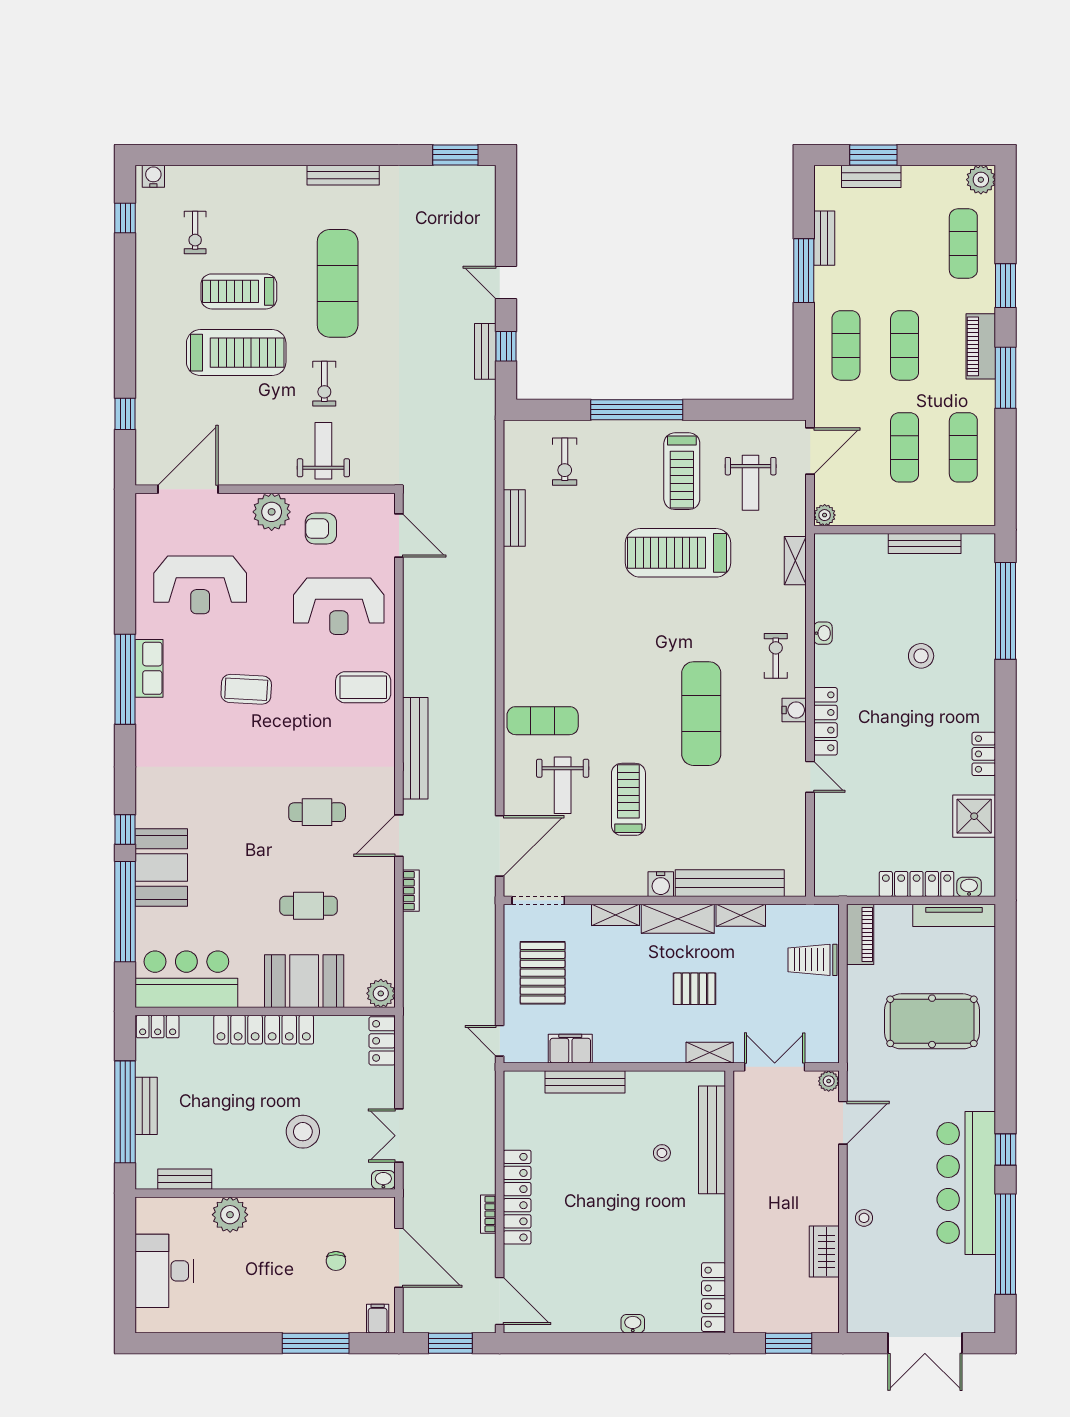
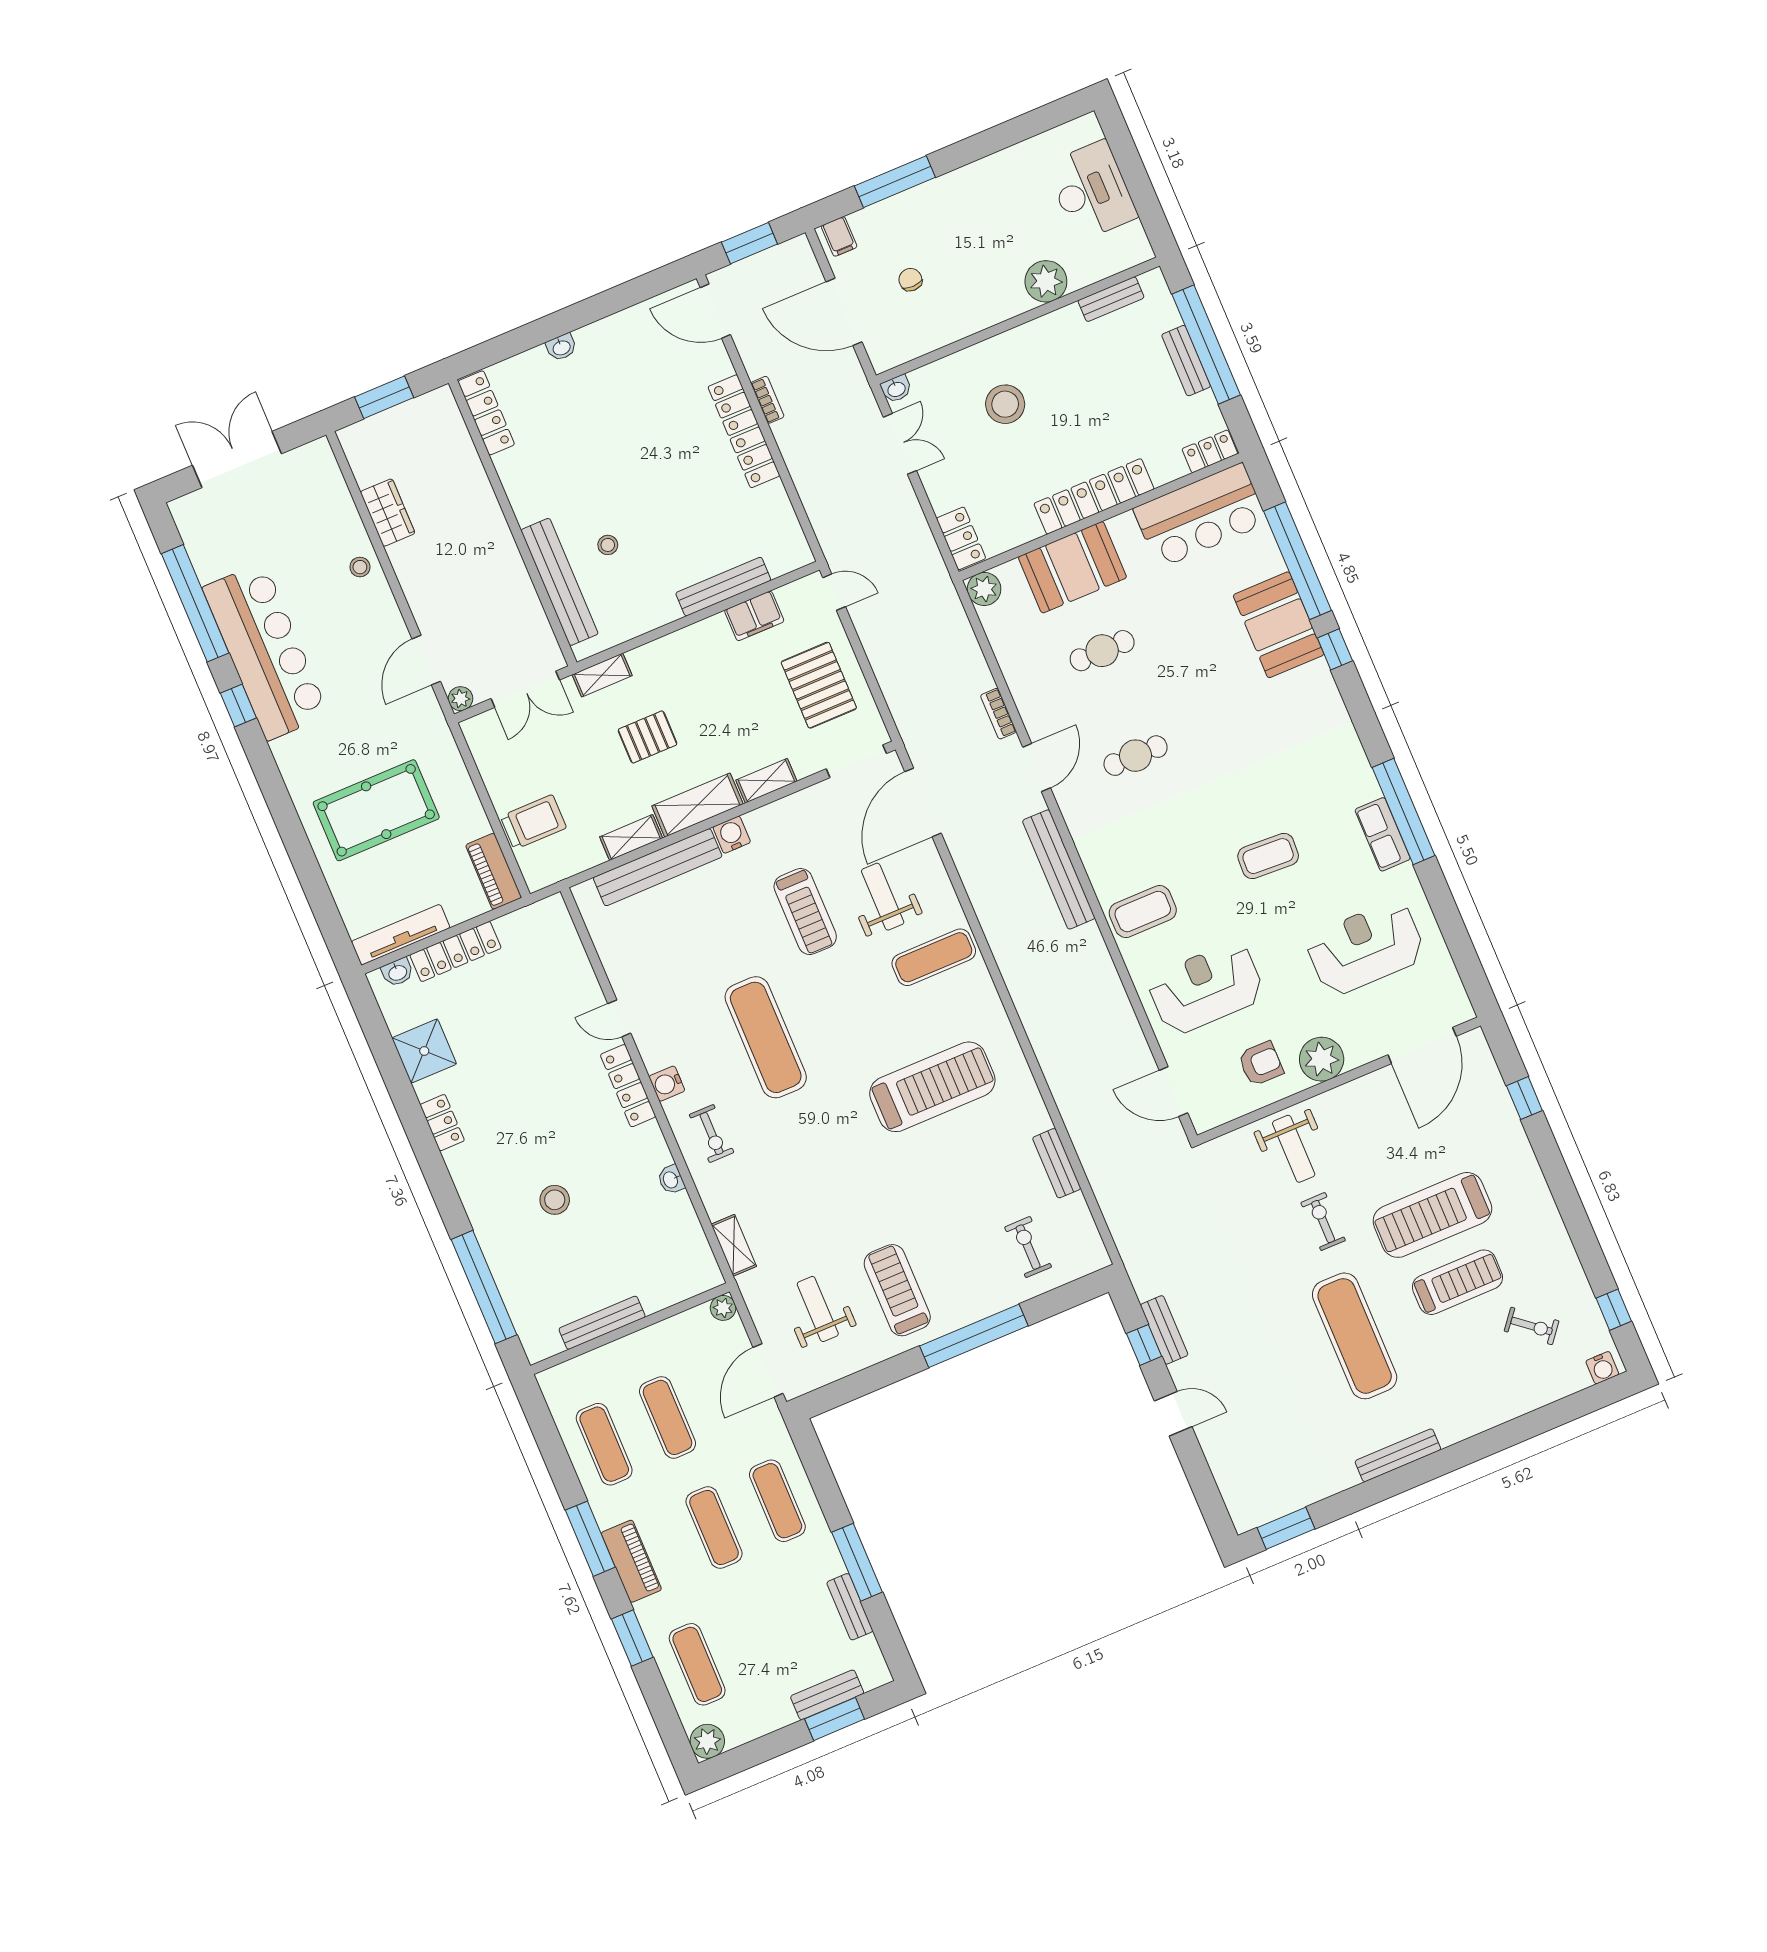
exercise bike: (195, 232) -> (1532, 1326), turned 129
treadmill: (678, 553) -> (932, 1087), moved

